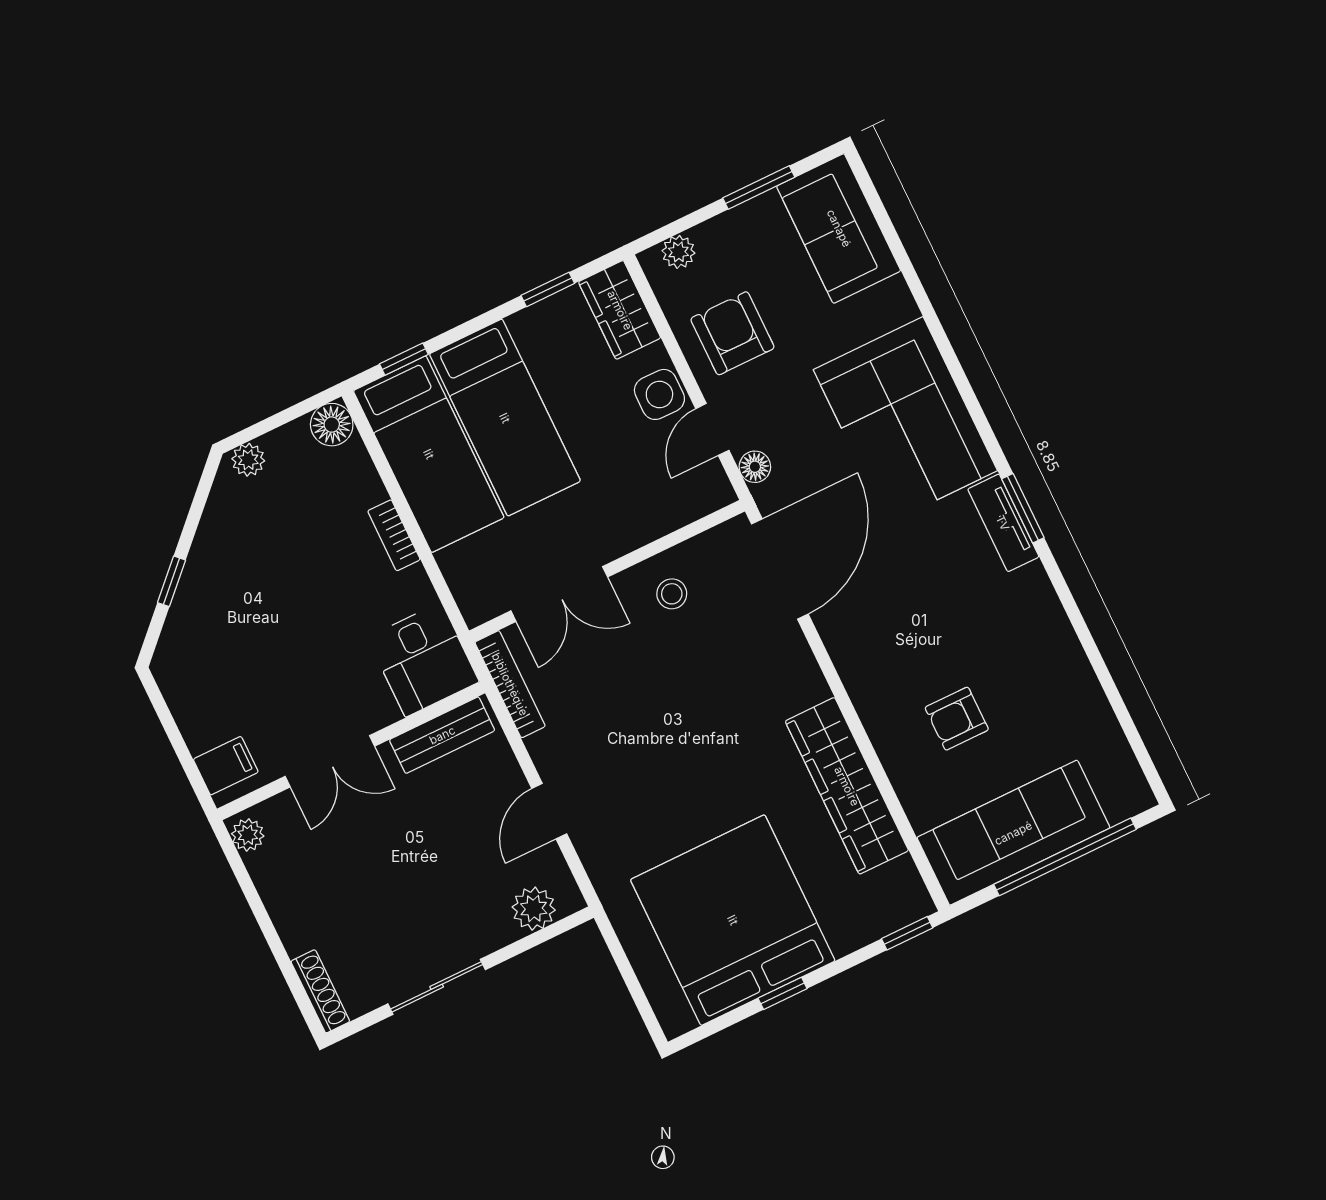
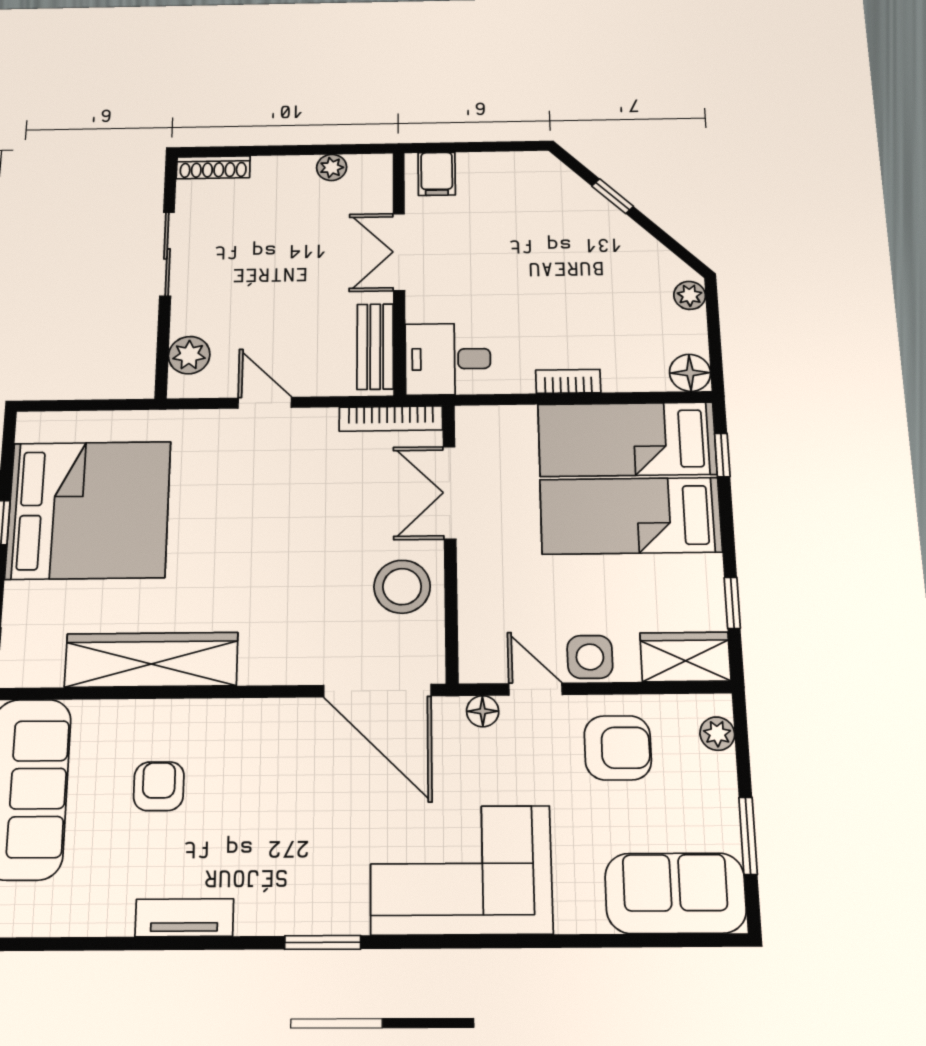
tv unit: (1003, 523) -> (184, 918), moved
stool: (672, 594) -> (402, 587), width x1.89, depth x1.89
plant: (248, 835) -> (332, 167), moved

